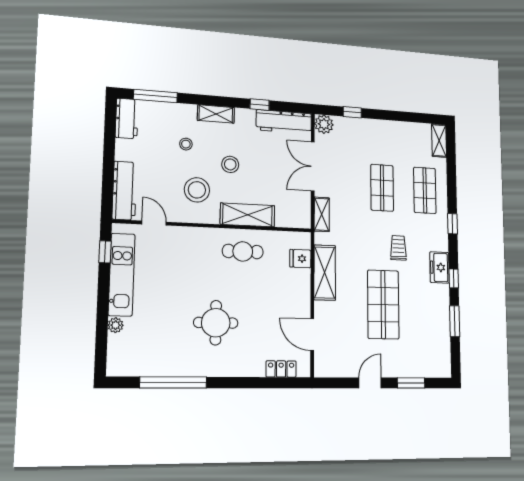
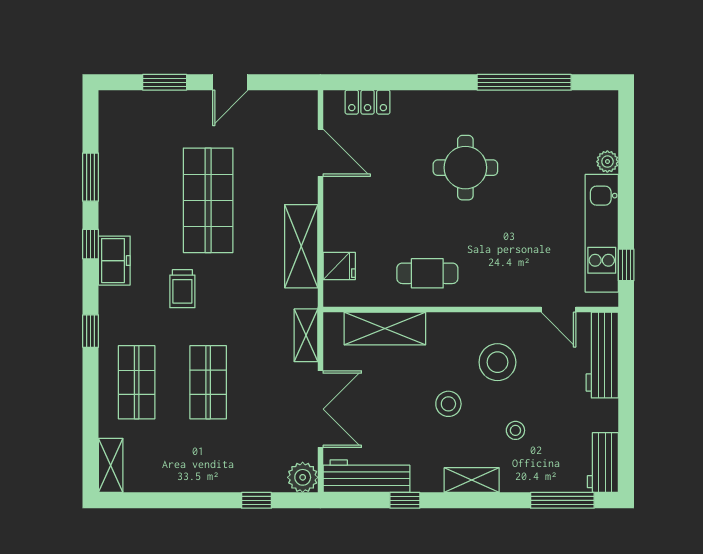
shelving: (247, 215) -> (385, 329), moved

